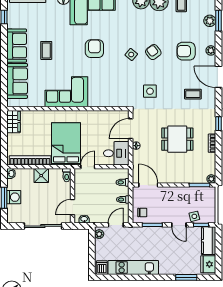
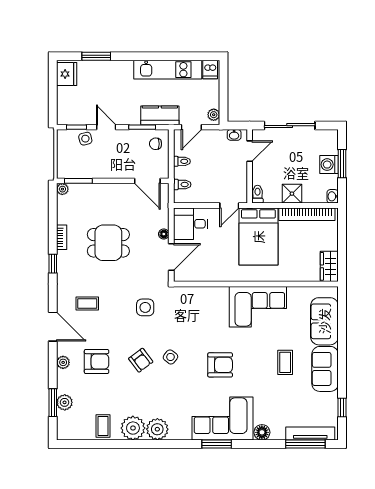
armchair: (94, 49) -> (220, 365), turned -90
kitchen counter: (209, 241) -> (160, 115), moved, turned -90

